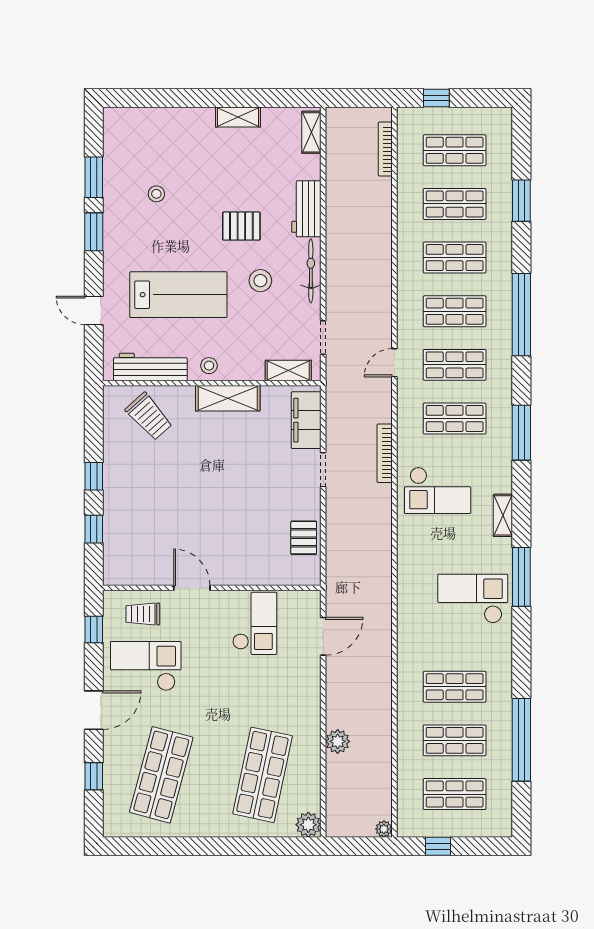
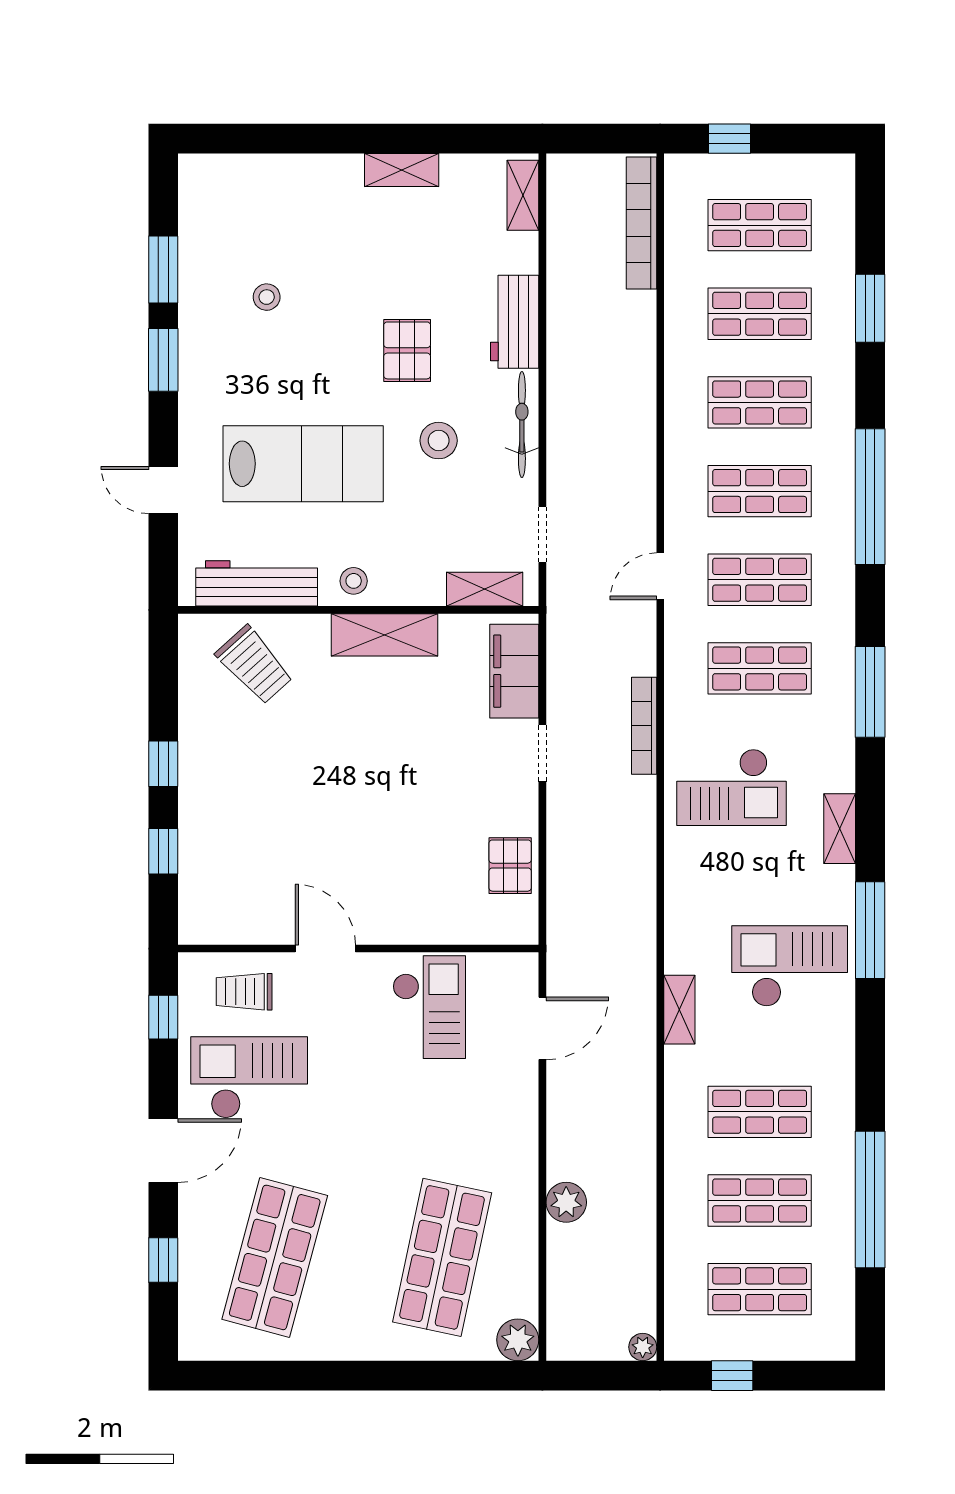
bookcase: (385, 149) -> (642, 223), width x1.48, depth x1.31
pallet: (241, 226) -> (407, 350), turned 90
shelving: (406, 625) -> (679, 1010), added

